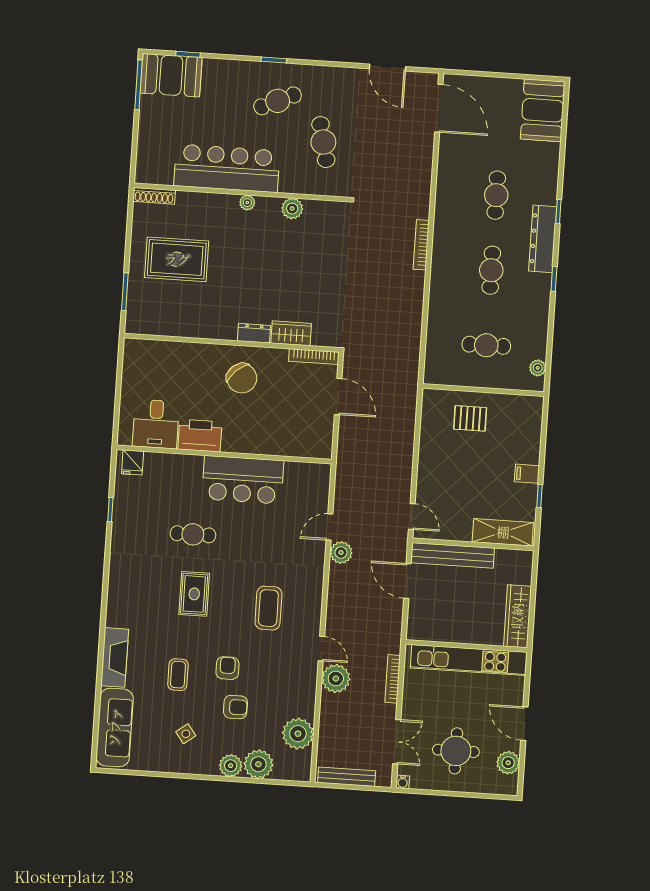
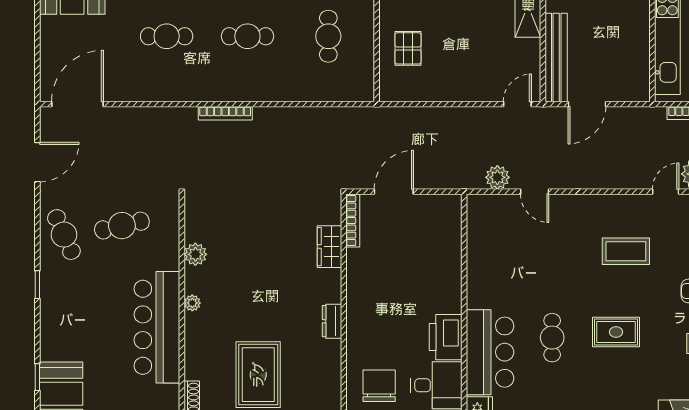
cafe table: (278, 101) -> (64, 235), moved
dresser: (254, 333) -> (332, 321), moved
chair: (242, 378) -> (379, 386), moved, turned -48
bar counter: (243, 480) -> (490, 352), moved
plant: (341, 553) -> (497, 177), moved

